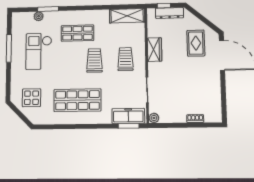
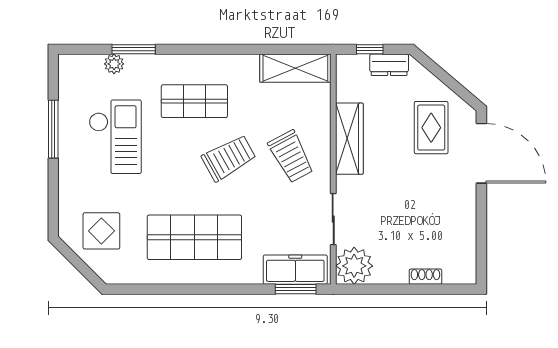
dresser: (169, 13) -> (389, 65), width x0.70
wardrobe: (155, 50) -> (349, 139), width x1.50
checkout: (39, 51) -> (115, 137), turned 180
trolley: (125, 59) -> (291, 156), turned 152
trolley: (94, 60) -> (229, 158), turned 61
plant: (154, 118) -> (354, 266), width x1.87, depth x1.87

